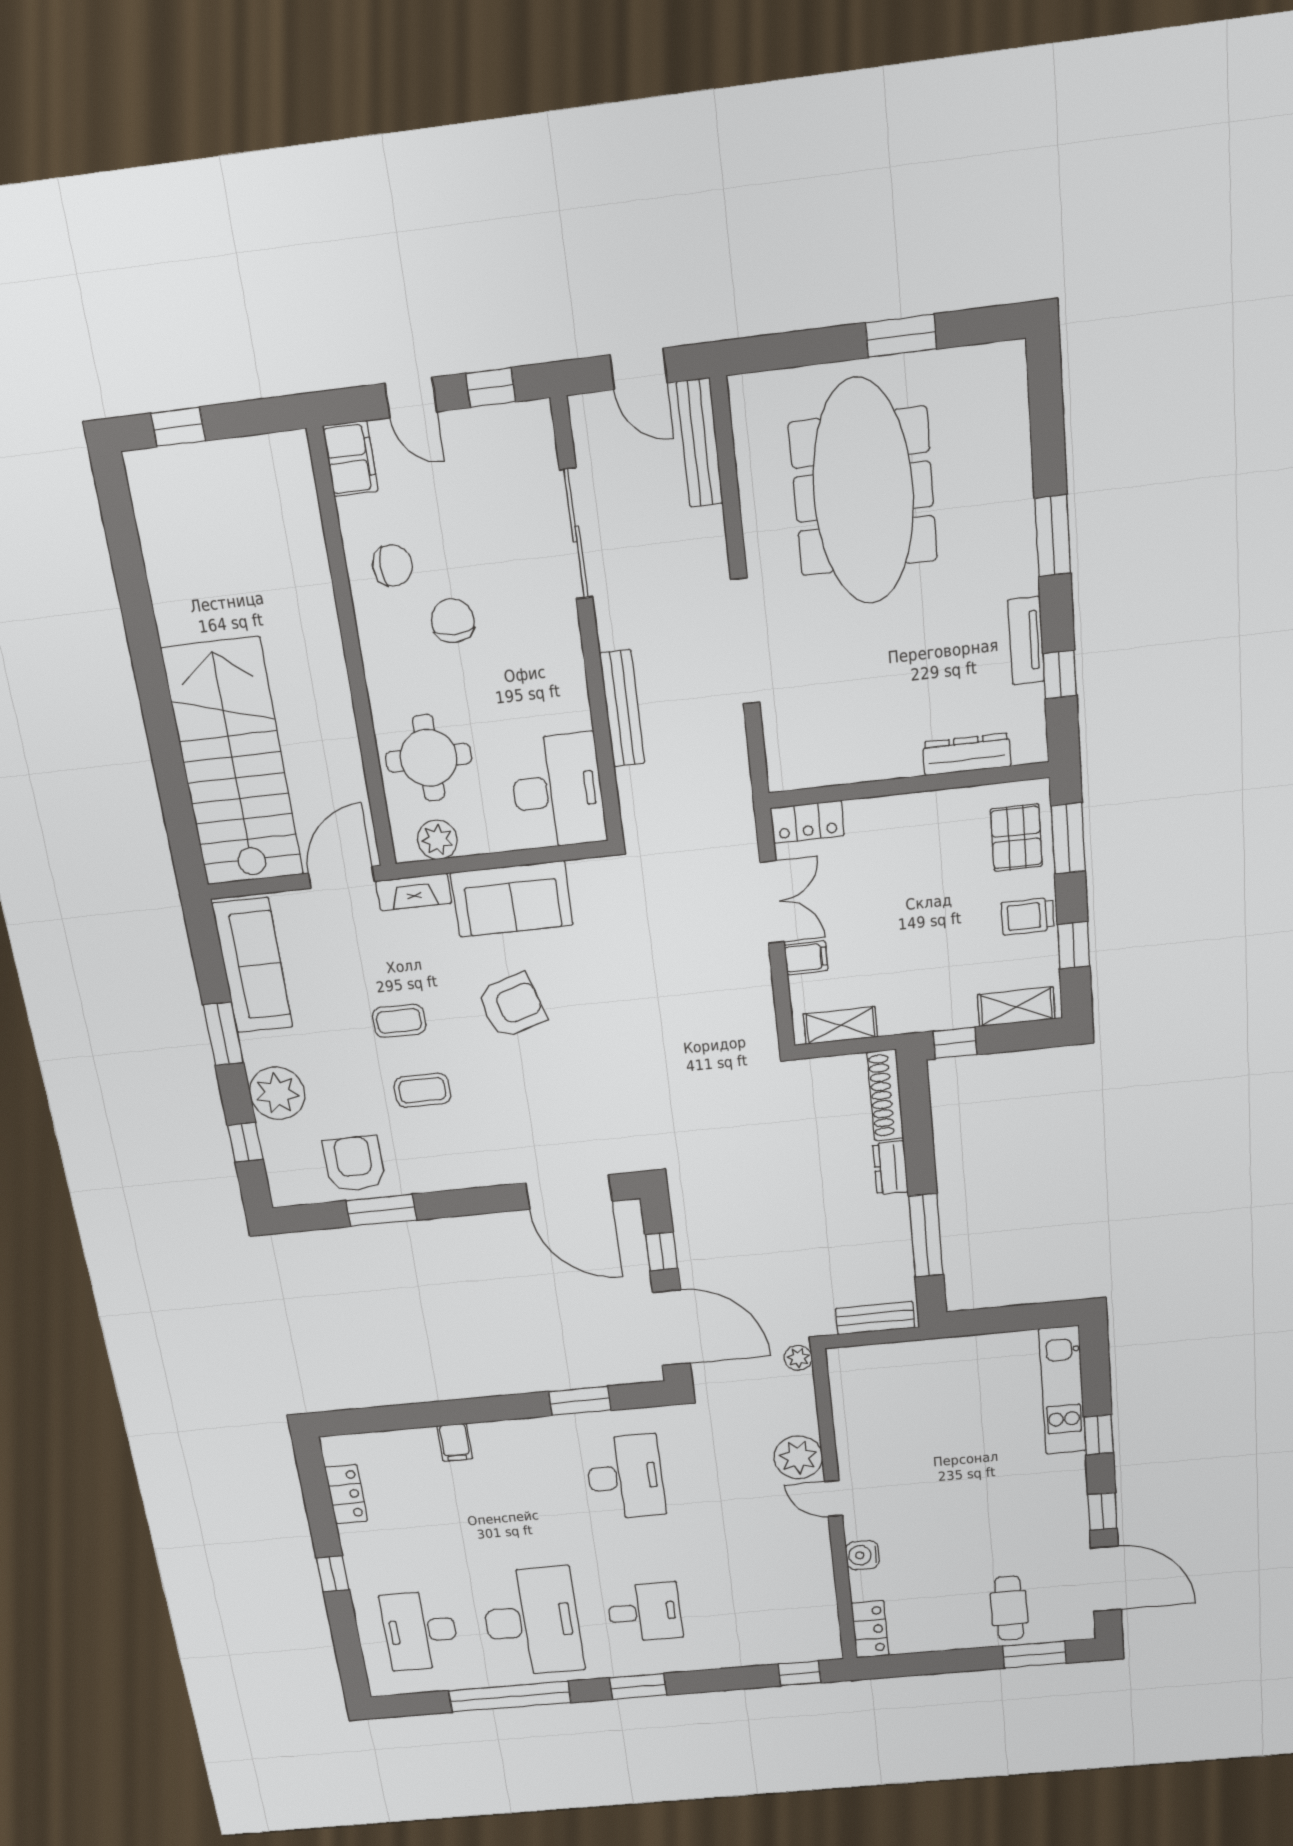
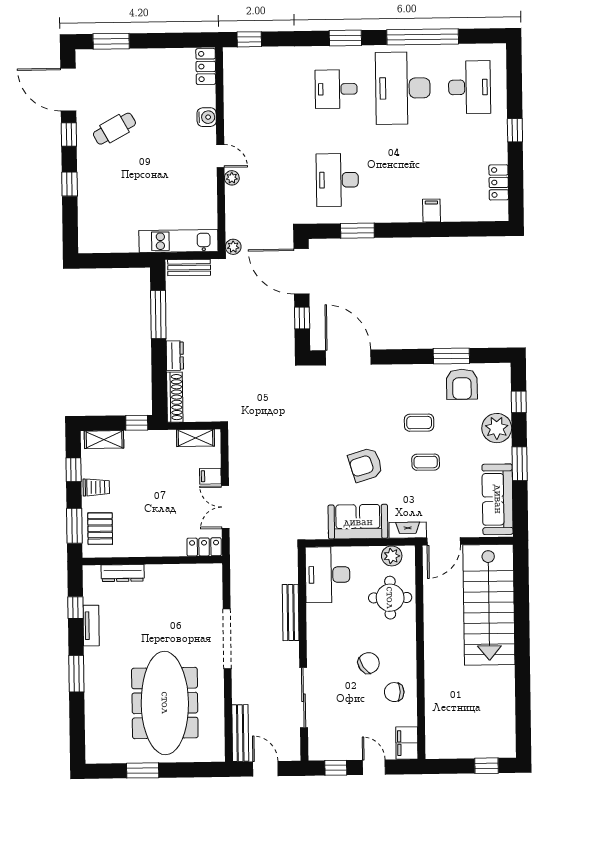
chair: (453, 621) -> (369, 663), turned -124
kitchen unit: (1062, 1390) -> (178, 241), moved, turned -90
plant: (798, 1457) -> (232, 178), width x0.53, depth x0.53
cafe table: (1009, 1608) -> (114, 129), moved, turned 61

